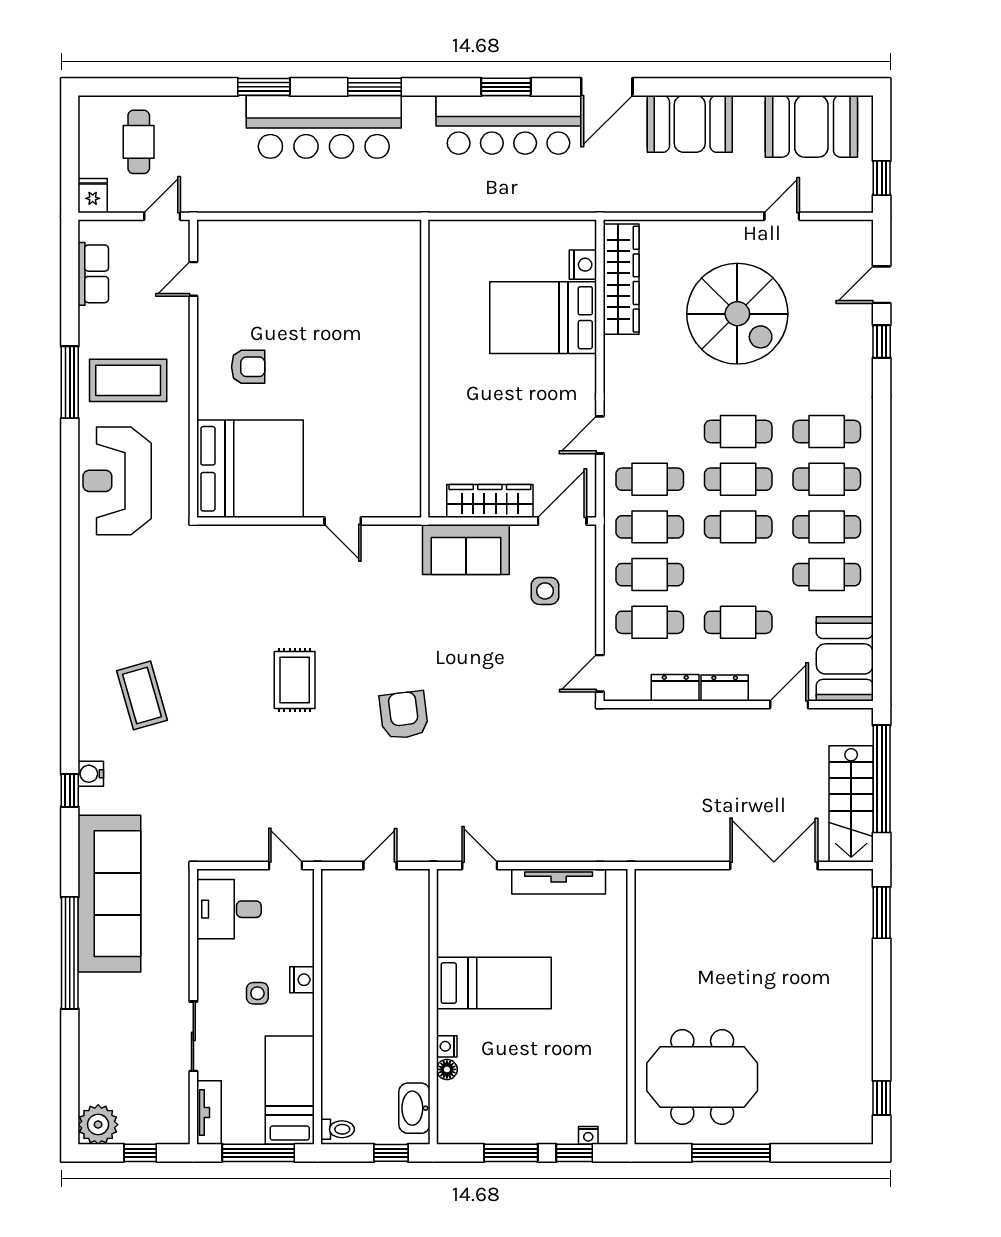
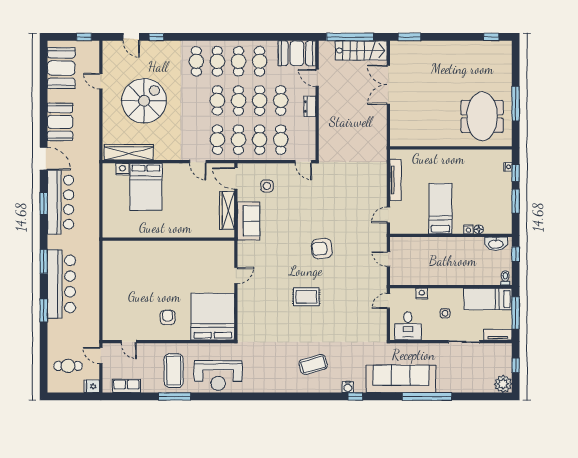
cafe table: (738, 432) -> (260, 100), moved
dresser: (675, 688) -> (310, 128), removed
nightstand: (302, 980) -> (422, 294), moved

